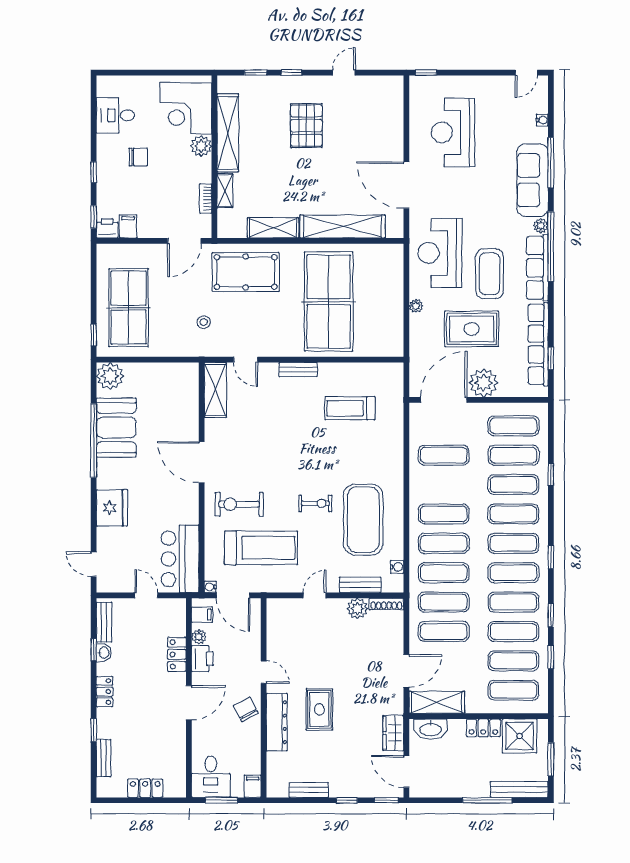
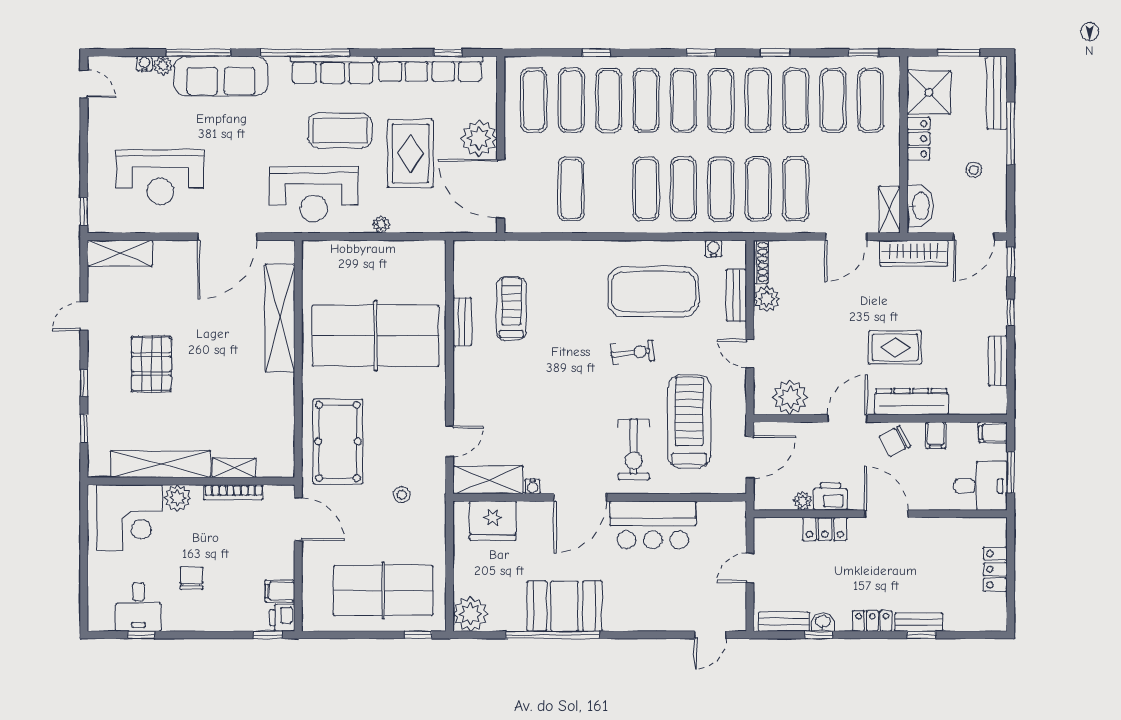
door: (344, 73) -> (84, 316), hinge flipped
pallet: (306, 126) -> (151, 364), turned 90
window: (94, 172) -> (141, 635), moved
bookcase: (206, 199) -> (234, 492), width x1.56
plant: (541, 226) -> (163, 66), moved
shelving: (273, 228) -> (120, 253), moved, turned 90
bench: (298, 370) -> (462, 322), moved
treadmill: (350, 408) -> (511, 309), turned 180
booth: (116, 428) -> (565, 606), moved
exercise bike: (315, 503) -> (633, 353), turned 84
fridge: (112, 508) -> (493, 521), moved, turned 180
bar counter: (180, 559) -> (653, 525), moved
water cooler: (210, 587) -> (533, 486), moved
filing cabinet: (202, 615) -> (936, 435), moved, turned 180
plant: (280, 627) -> (790, 397), added
window: (551, 657) -> (864, 53), moved
door: (406, 671) -> (846, 237), swing flipped
door: (264, 672) -> (847, 418), width x1.38
shelving: (437, 702) -> (889, 210), width x0.67, depth x0.75
wardrobe: (393, 733) -> (914, 253), width x1.50
bench: (104, 758) -> (919, 622), moved
stool: (459, 771) -> (974, 170), added

